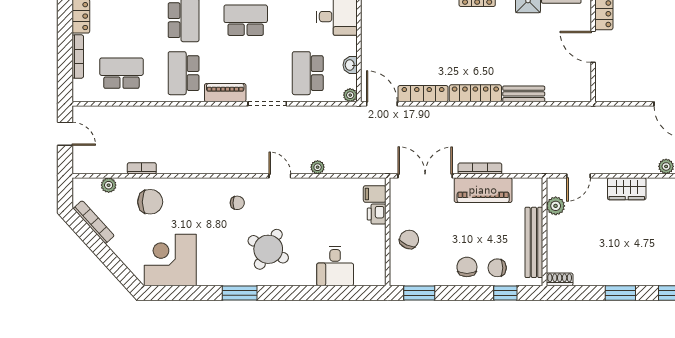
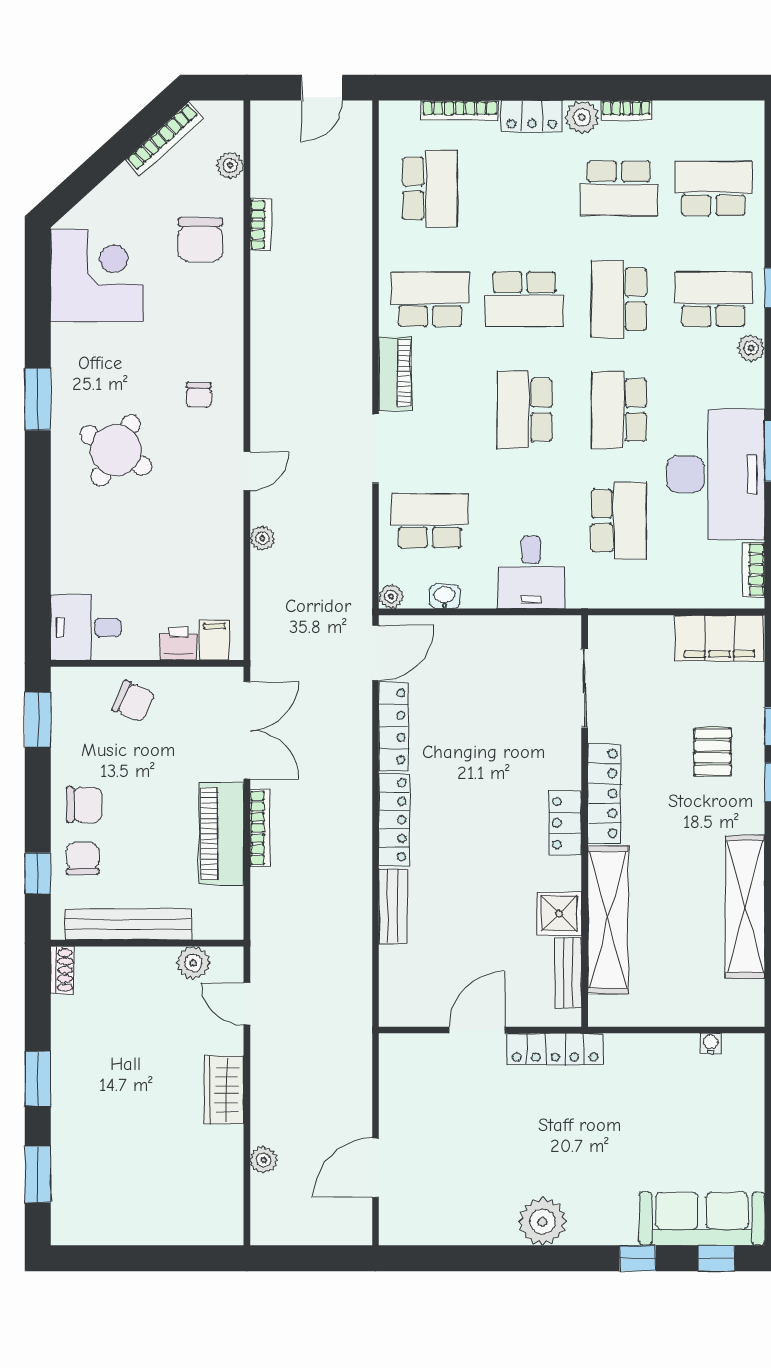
school desk: (246, 20) -> (524, 410), turned 180
desk: (335, 266) -> (86, 627), moved

